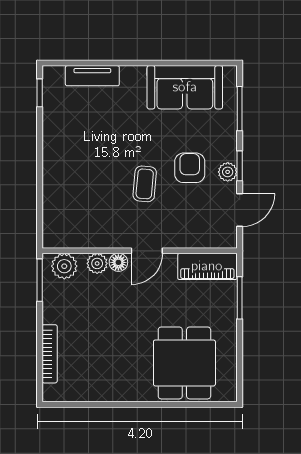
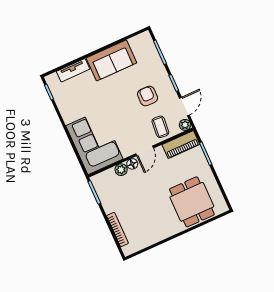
sofa: (185, 87) -> (111, 60), moved
plant: (228, 172) -> (185, 125), moved
coffee table: (145, 184) -> (160, 127), moved
corner sofa: (75, 202) -> (94, 142), added
plant: (64, 266) -> (104, 179), removed

